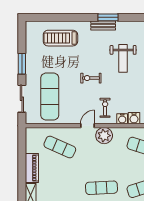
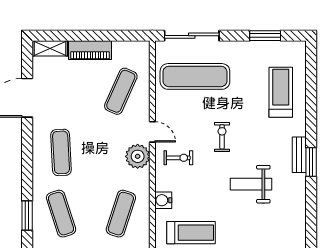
window: (22, 64) -> (265, 36), moved
sliding door: (22, 99) -> (192, 36), width x1.37
water cooler: (122, 119) -> (162, 183), removed

